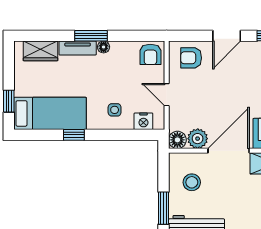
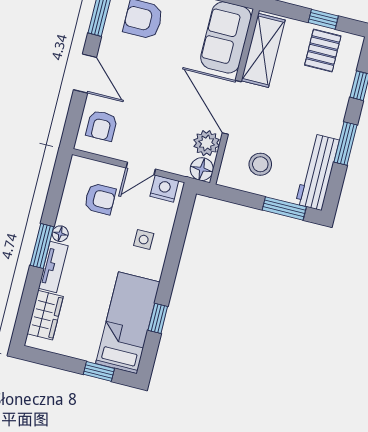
armchair: (150, 54) -> (100, 199), moved
nightstand: (143, 121) -> (164, 189), moved, turned -90
window: (74, 135) -> (158, 318), moved

